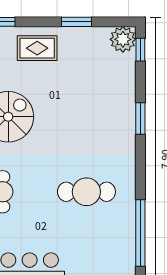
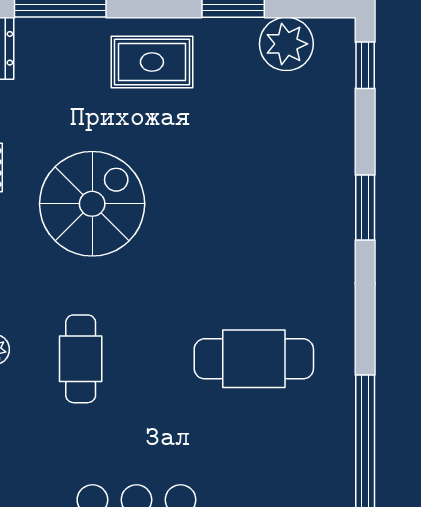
plant: (123, 39) -> (286, 44), moved

